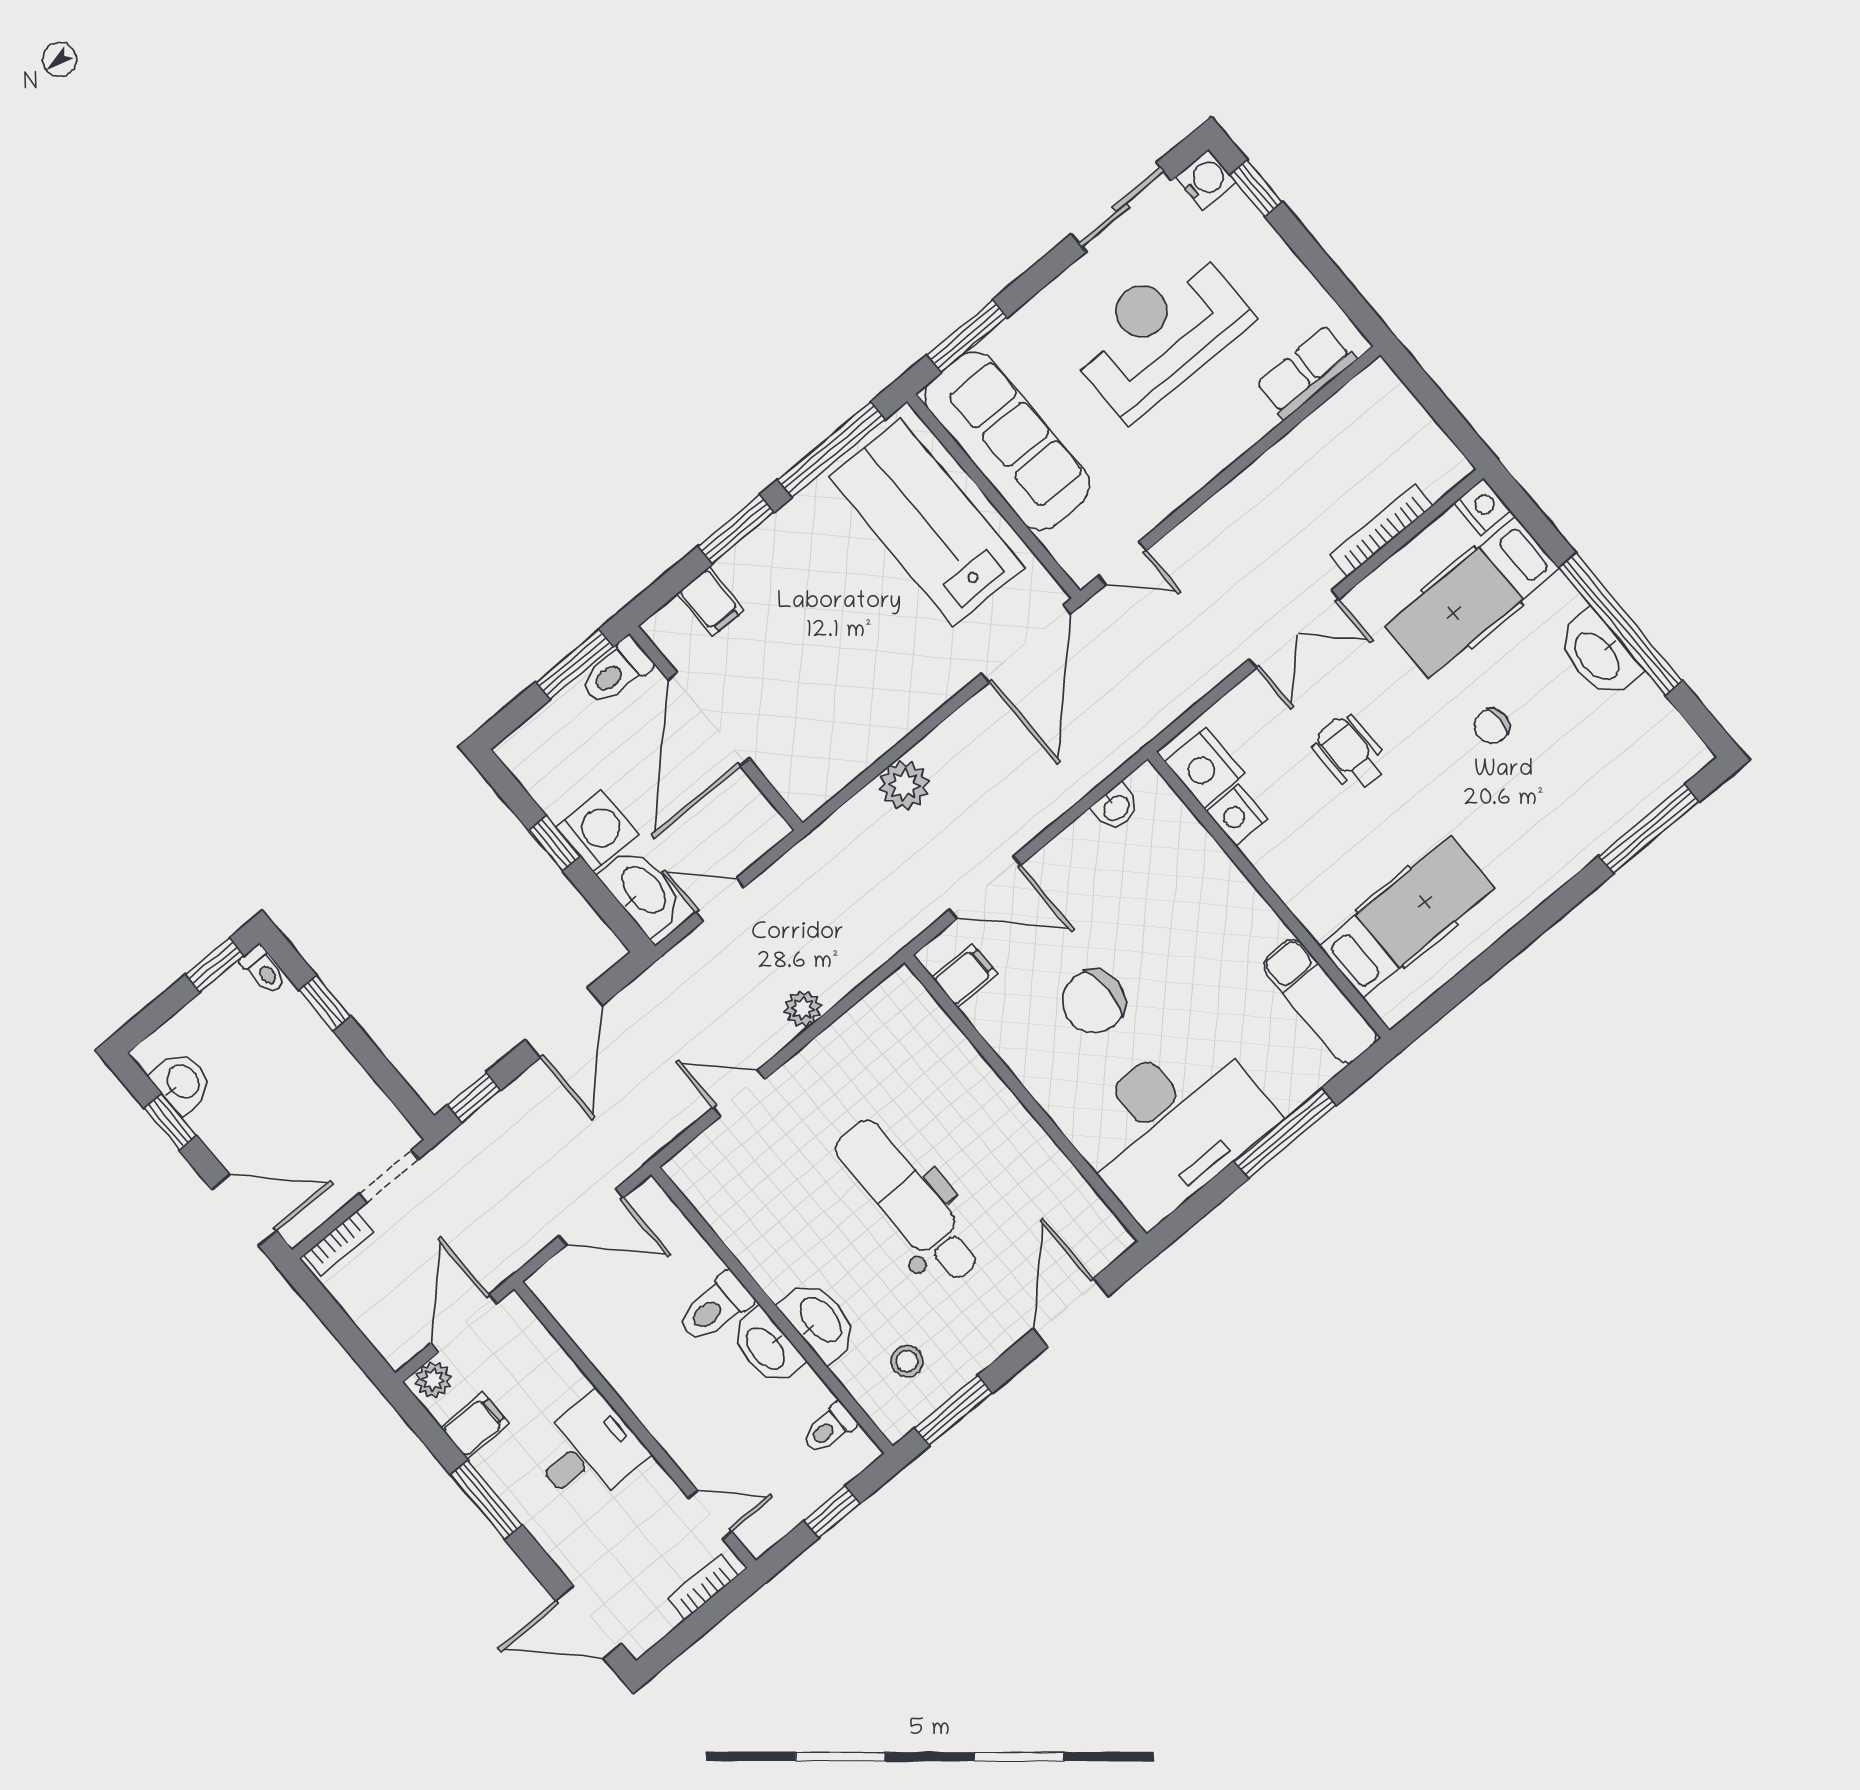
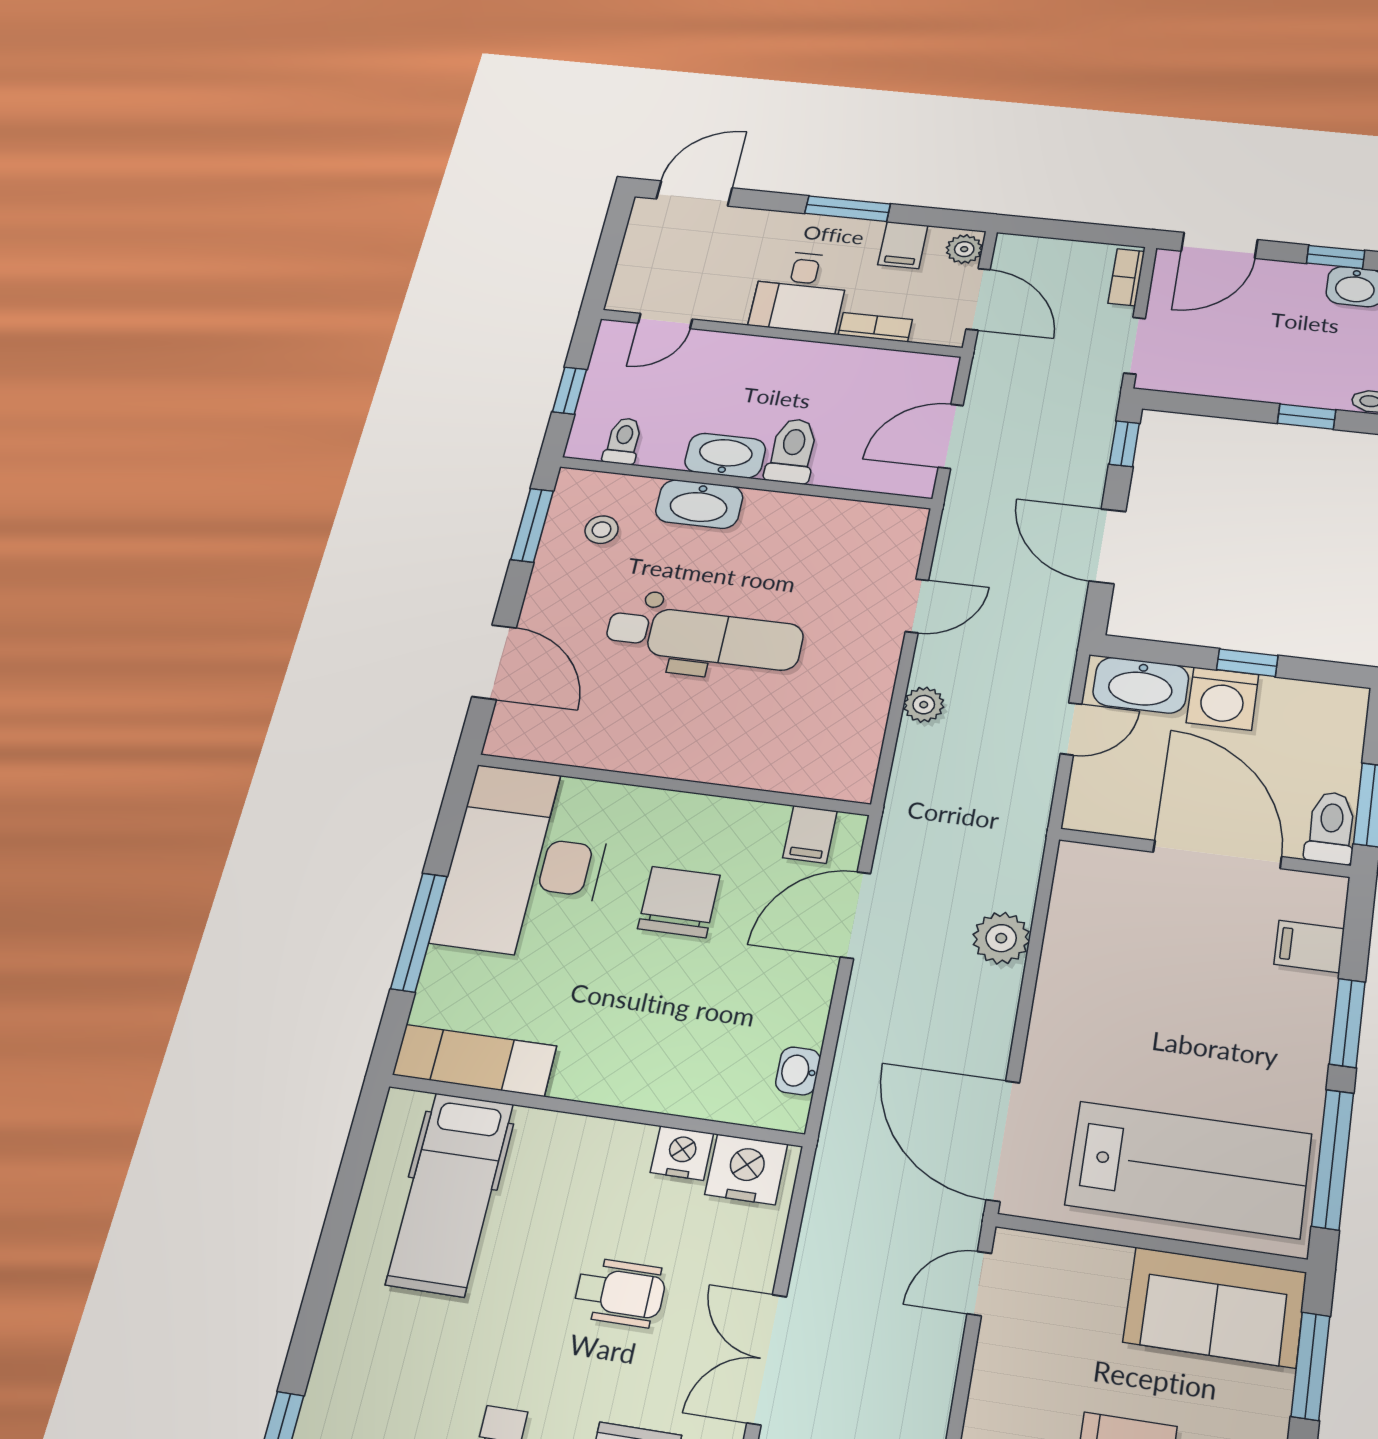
sofa: (1007, 441) -> (1215, 1307), width x0.73
bookcase: (703, 1587) -> (875, 327), moved, turned -90

